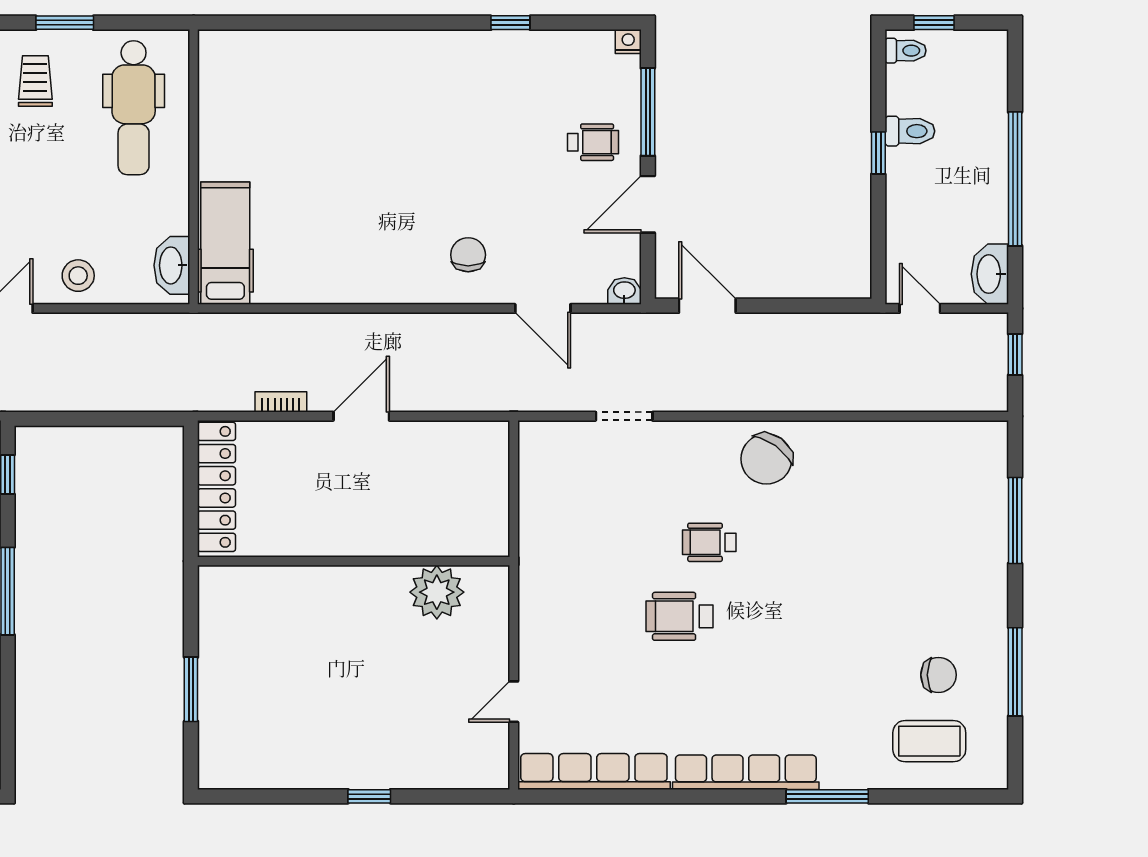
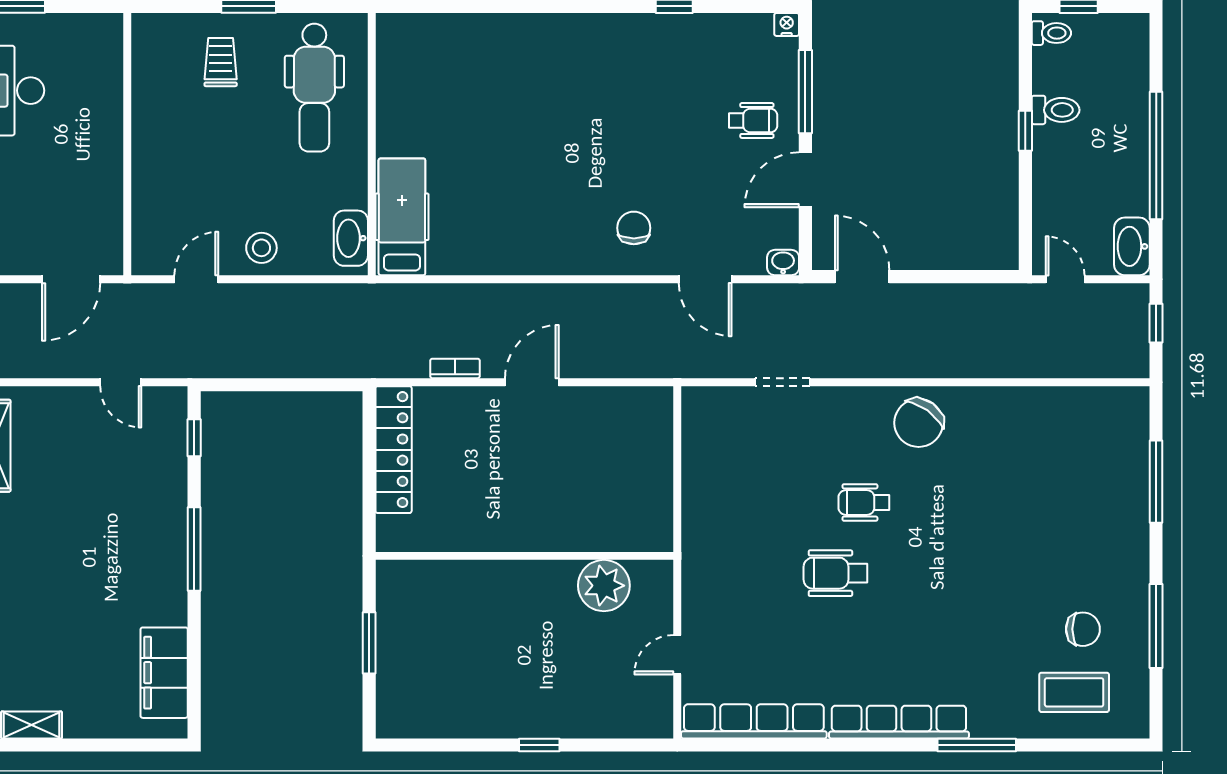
wall: (354, 561) -> (525, 556), moved
plant: (437, 592) -> (604, 586), moved

